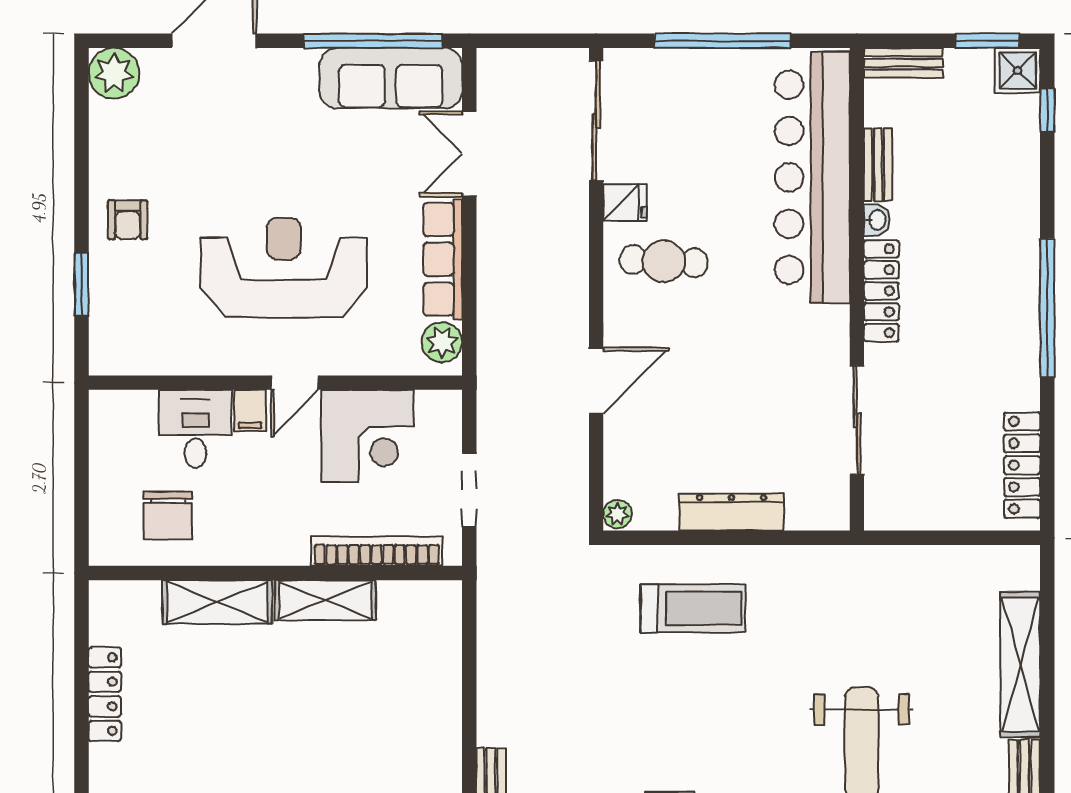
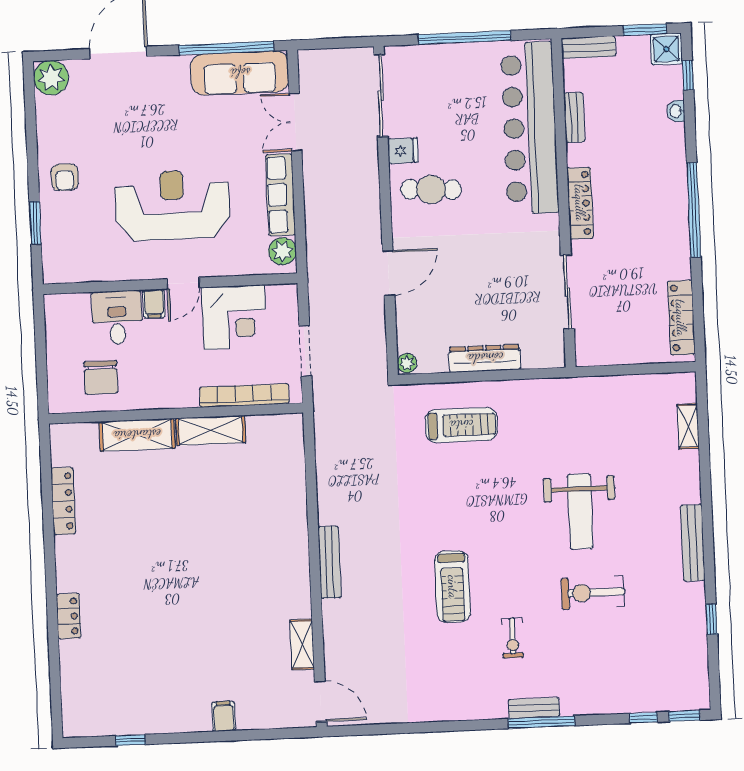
washbasin: (877, 220) -> (676, 111), moved, turned 180
shelving: (1020, 664) -> (688, 426), width x0.45, depth x0.75

